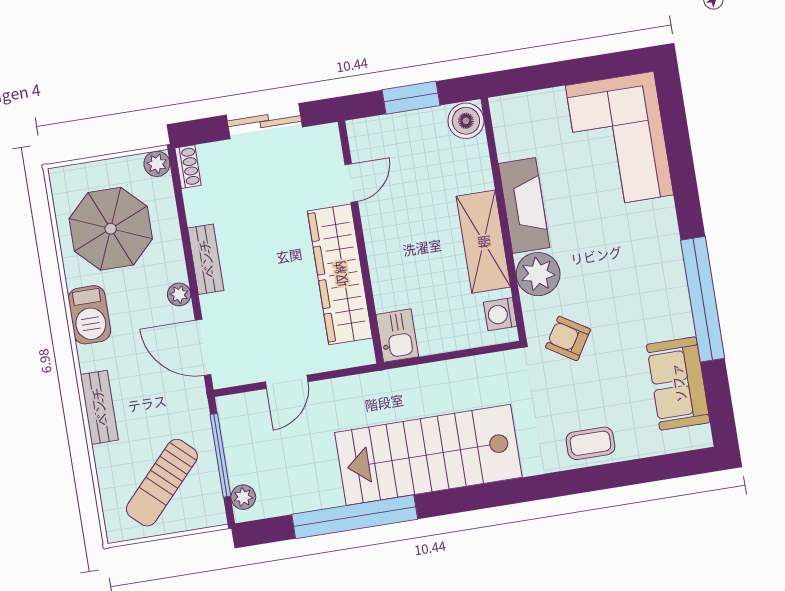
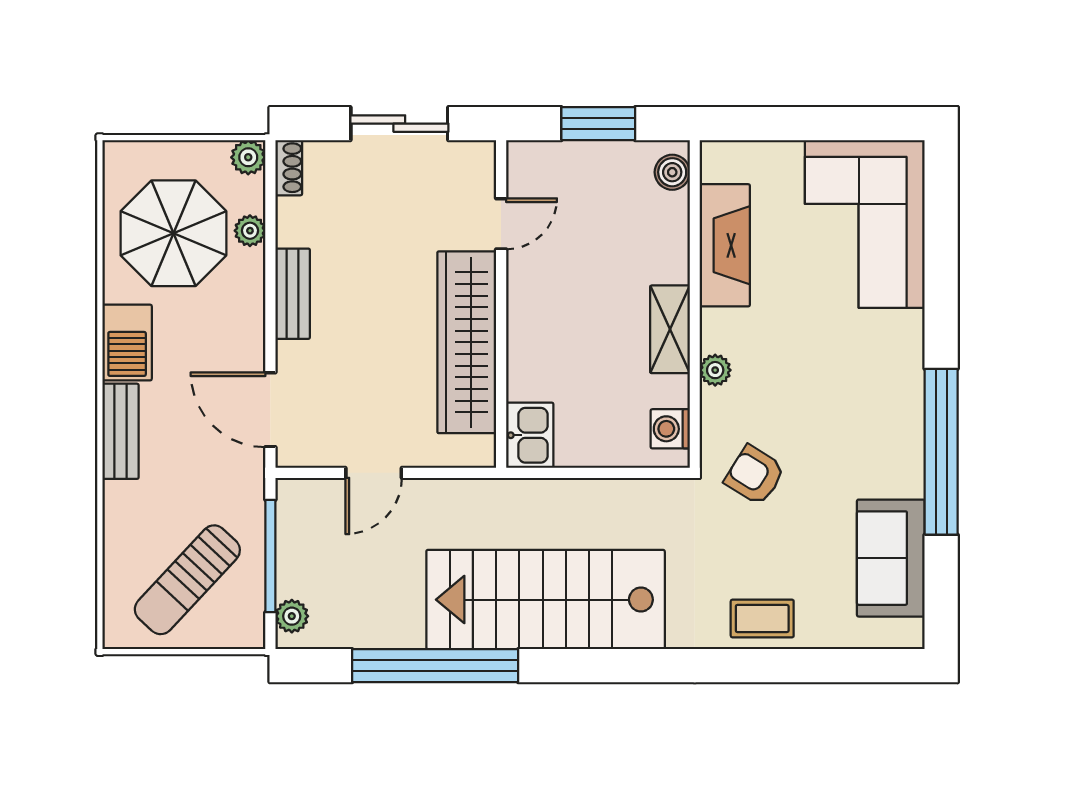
boiler: (466, 121) -> (672, 172), width x0.73, depth x0.73
fireplace: (524, 206) -> (725, 245), moved
shelving: (483, 242) -> (670, 329), width x0.67, depth x0.75
plant: (538, 274) -> (715, 370), width x0.53, depth x0.53
plant: (179, 294) -> (250, 231), moved
bench: (99, 407) -> (121, 431), moved

